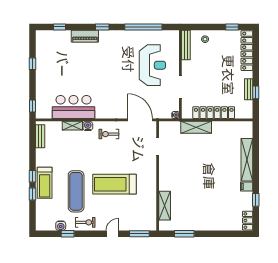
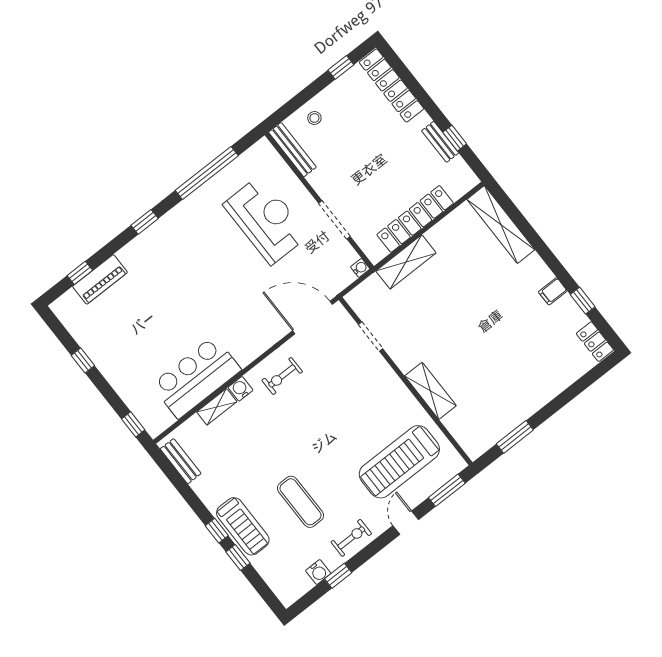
piano: (85, 36) -> (100, 279), moved
shelving: (247, 160) -> (501, 225), moved
treadmill: (115, 184) -> (399, 462), moved
exercise mat: (76, 191) -> (300, 502), width x0.73, depth x0.69
shelving: (165, 206) -> (430, 391), moved

